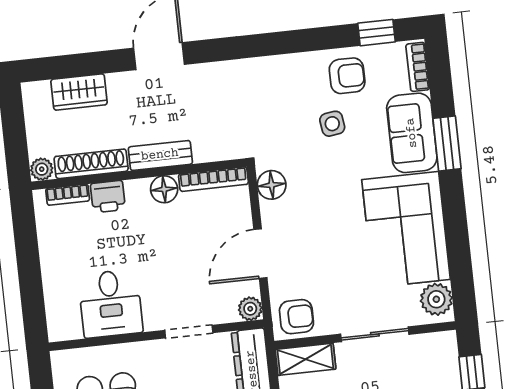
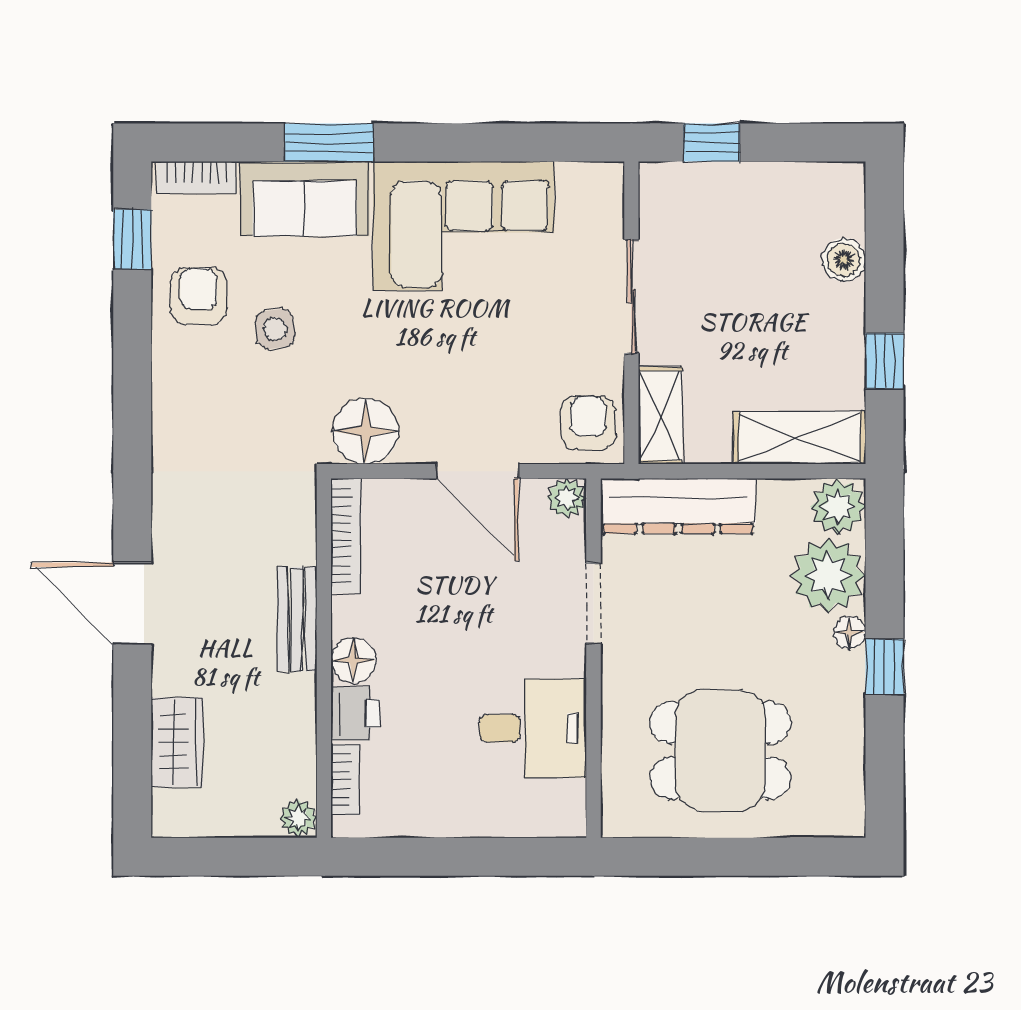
shoe rack: (91, 164) -> (298, 735), removed
floor lamp: (272, 185) -> (366, 431), width x1.38, depth x1.38
floor lamp: (164, 189) -> (353, 660), moved
plant: (436, 299) -> (585, 188), removed

